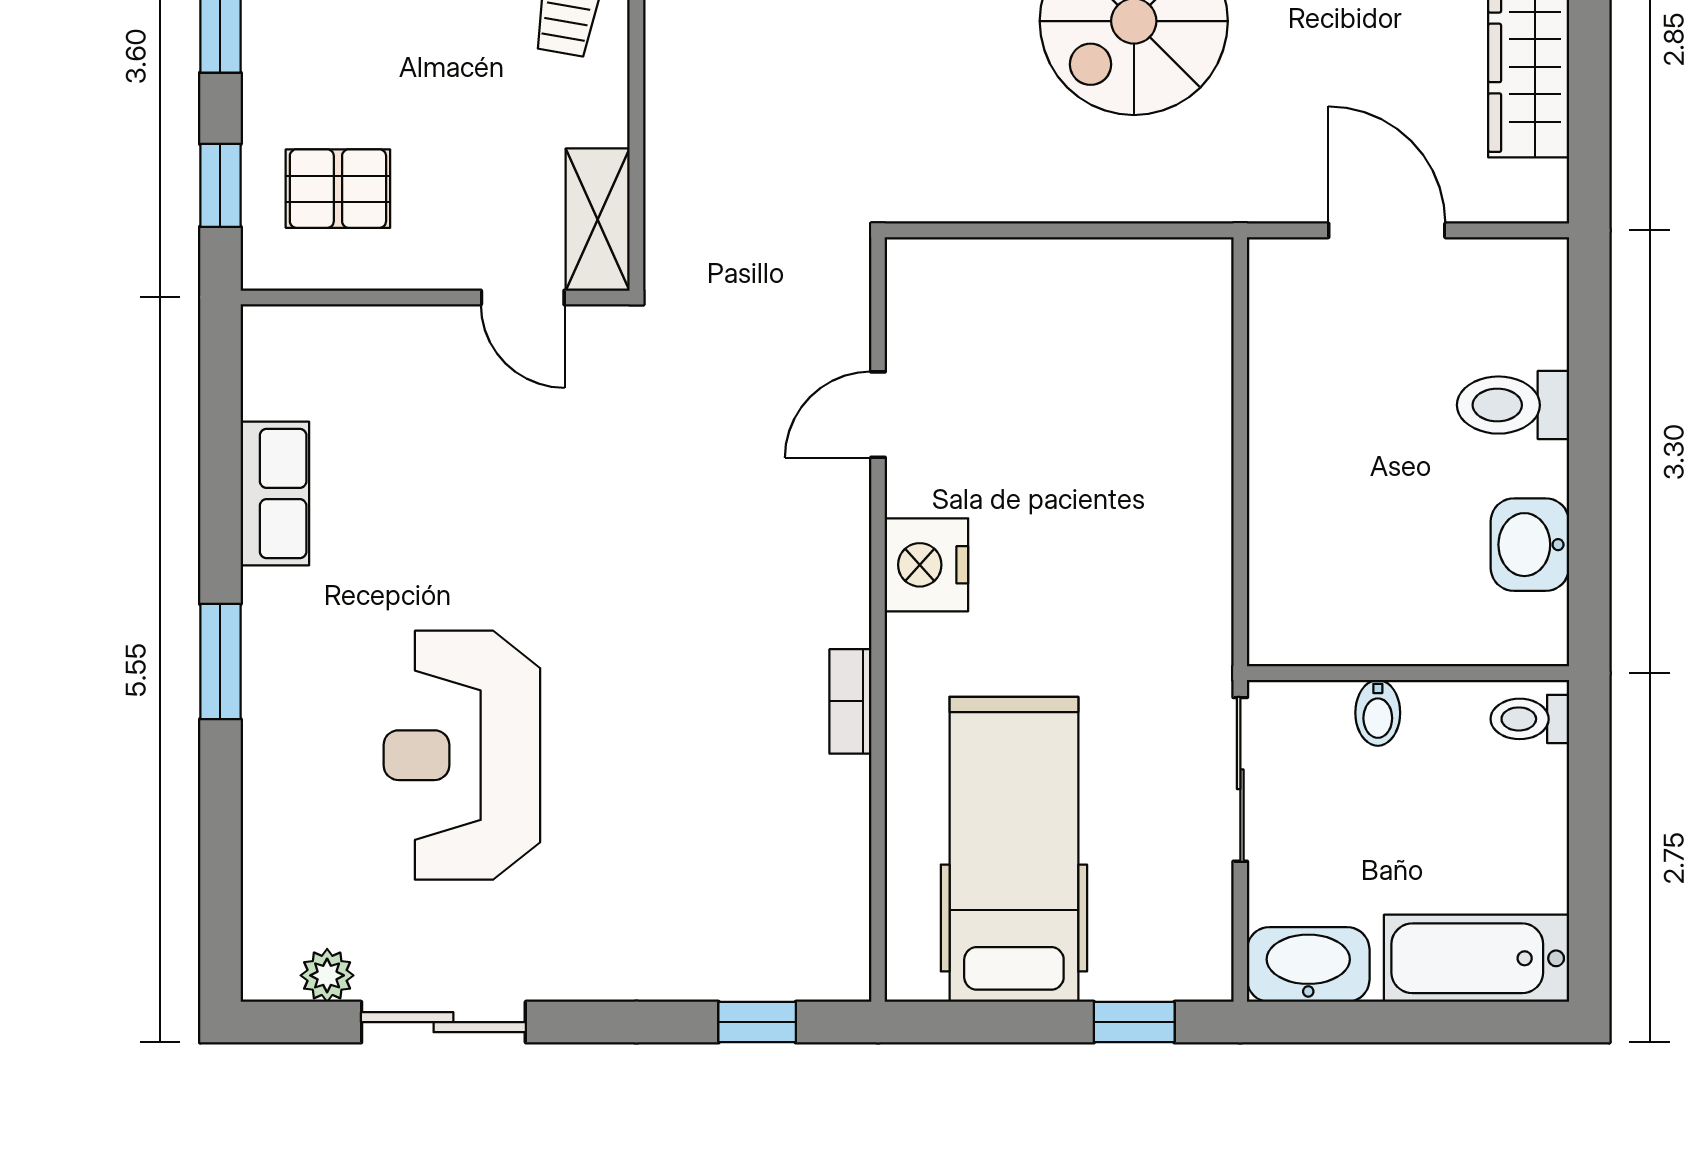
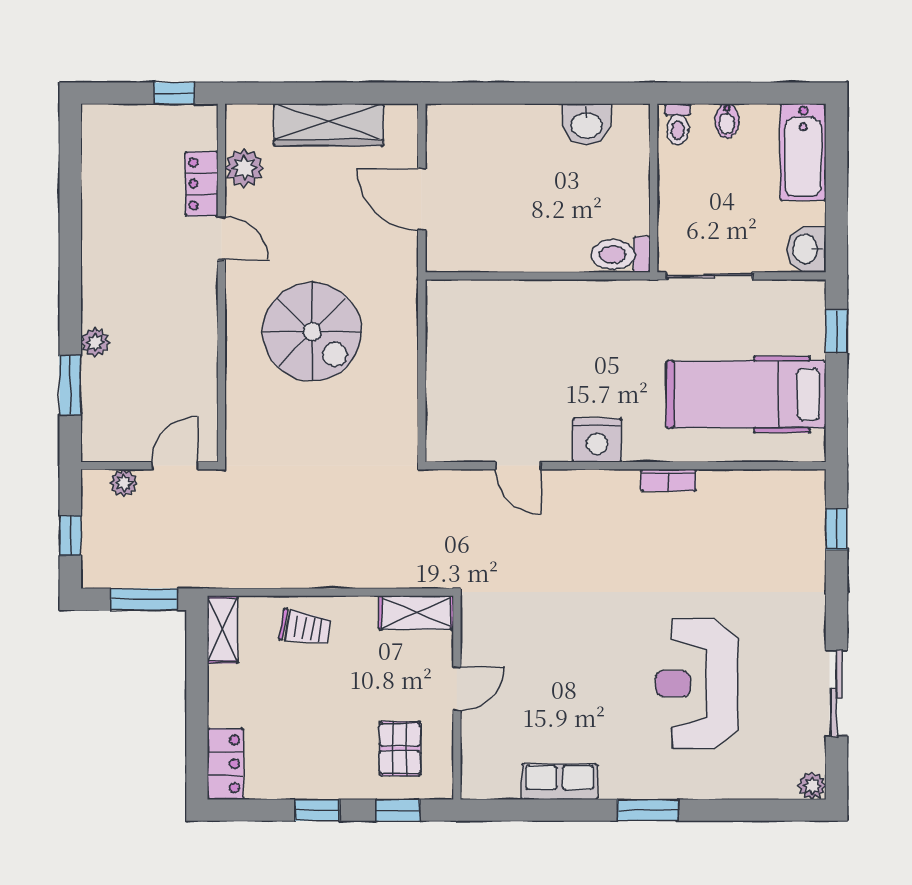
door: (1387, 230) -> (422, 199), hinge flipped
door: (523, 297) -> (457, 688), moved
toilet: (1513, 405) -> (621, 255), moved, turned 90
bidet: (1378, 713) -> (727, 121), moved, turned 90
reception desk: (462, 755) -> (697, 684), turned 90
washbasin: (1308, 964) -> (806, 249), width x0.72
plant: (327, 975) -> (812, 786), moved

